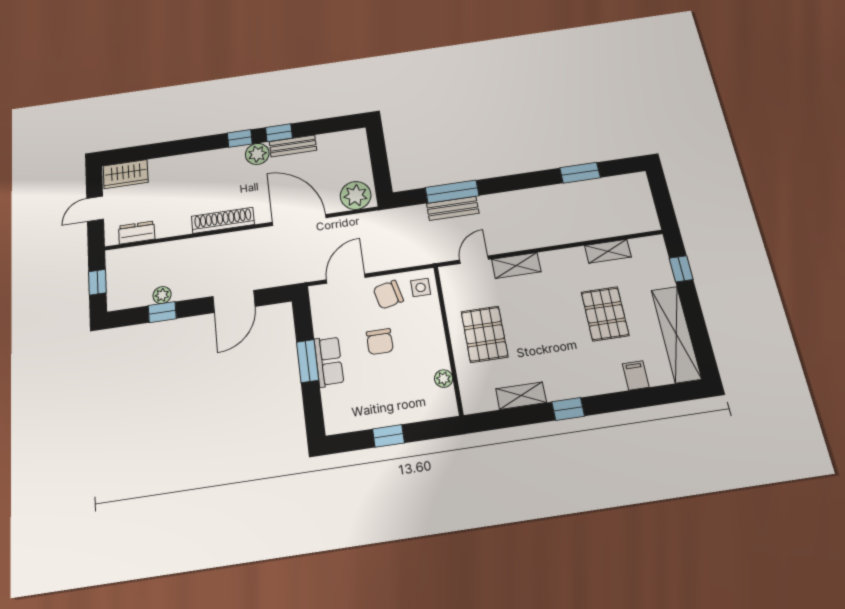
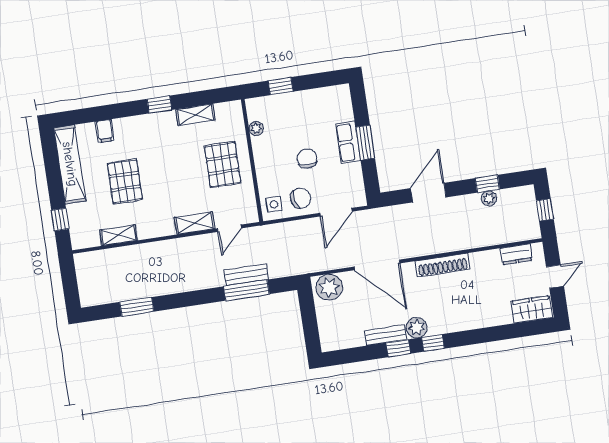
window: (388, 436) -> (281, 86), moved

